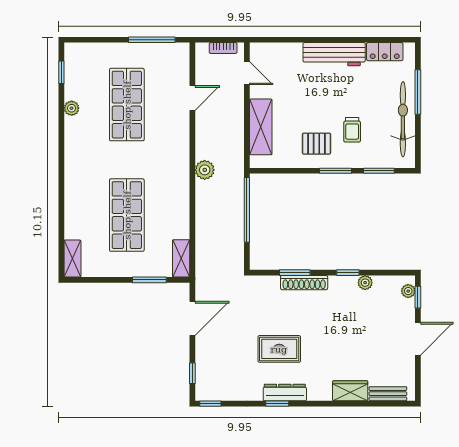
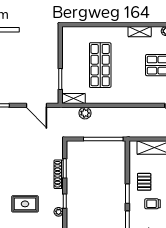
plant: (205, 170) -> (85, 113), moved
shop shelf: (127, 215) -> (100, 65), turned 90
shelving: (72, 259) -> (140, 32), moved
rug: (279, 349) -> (25, 204), moved, turned 90

